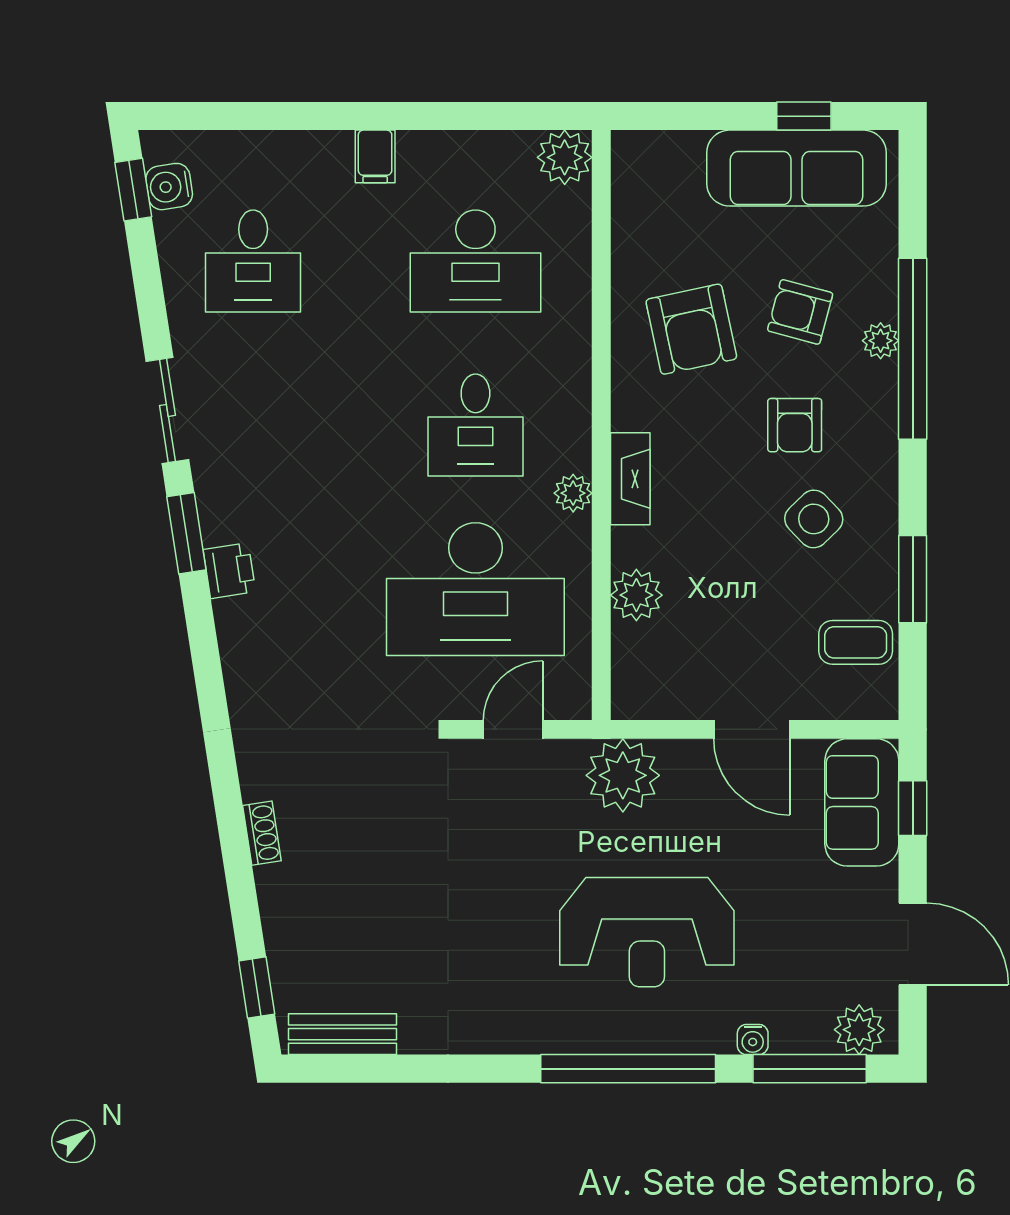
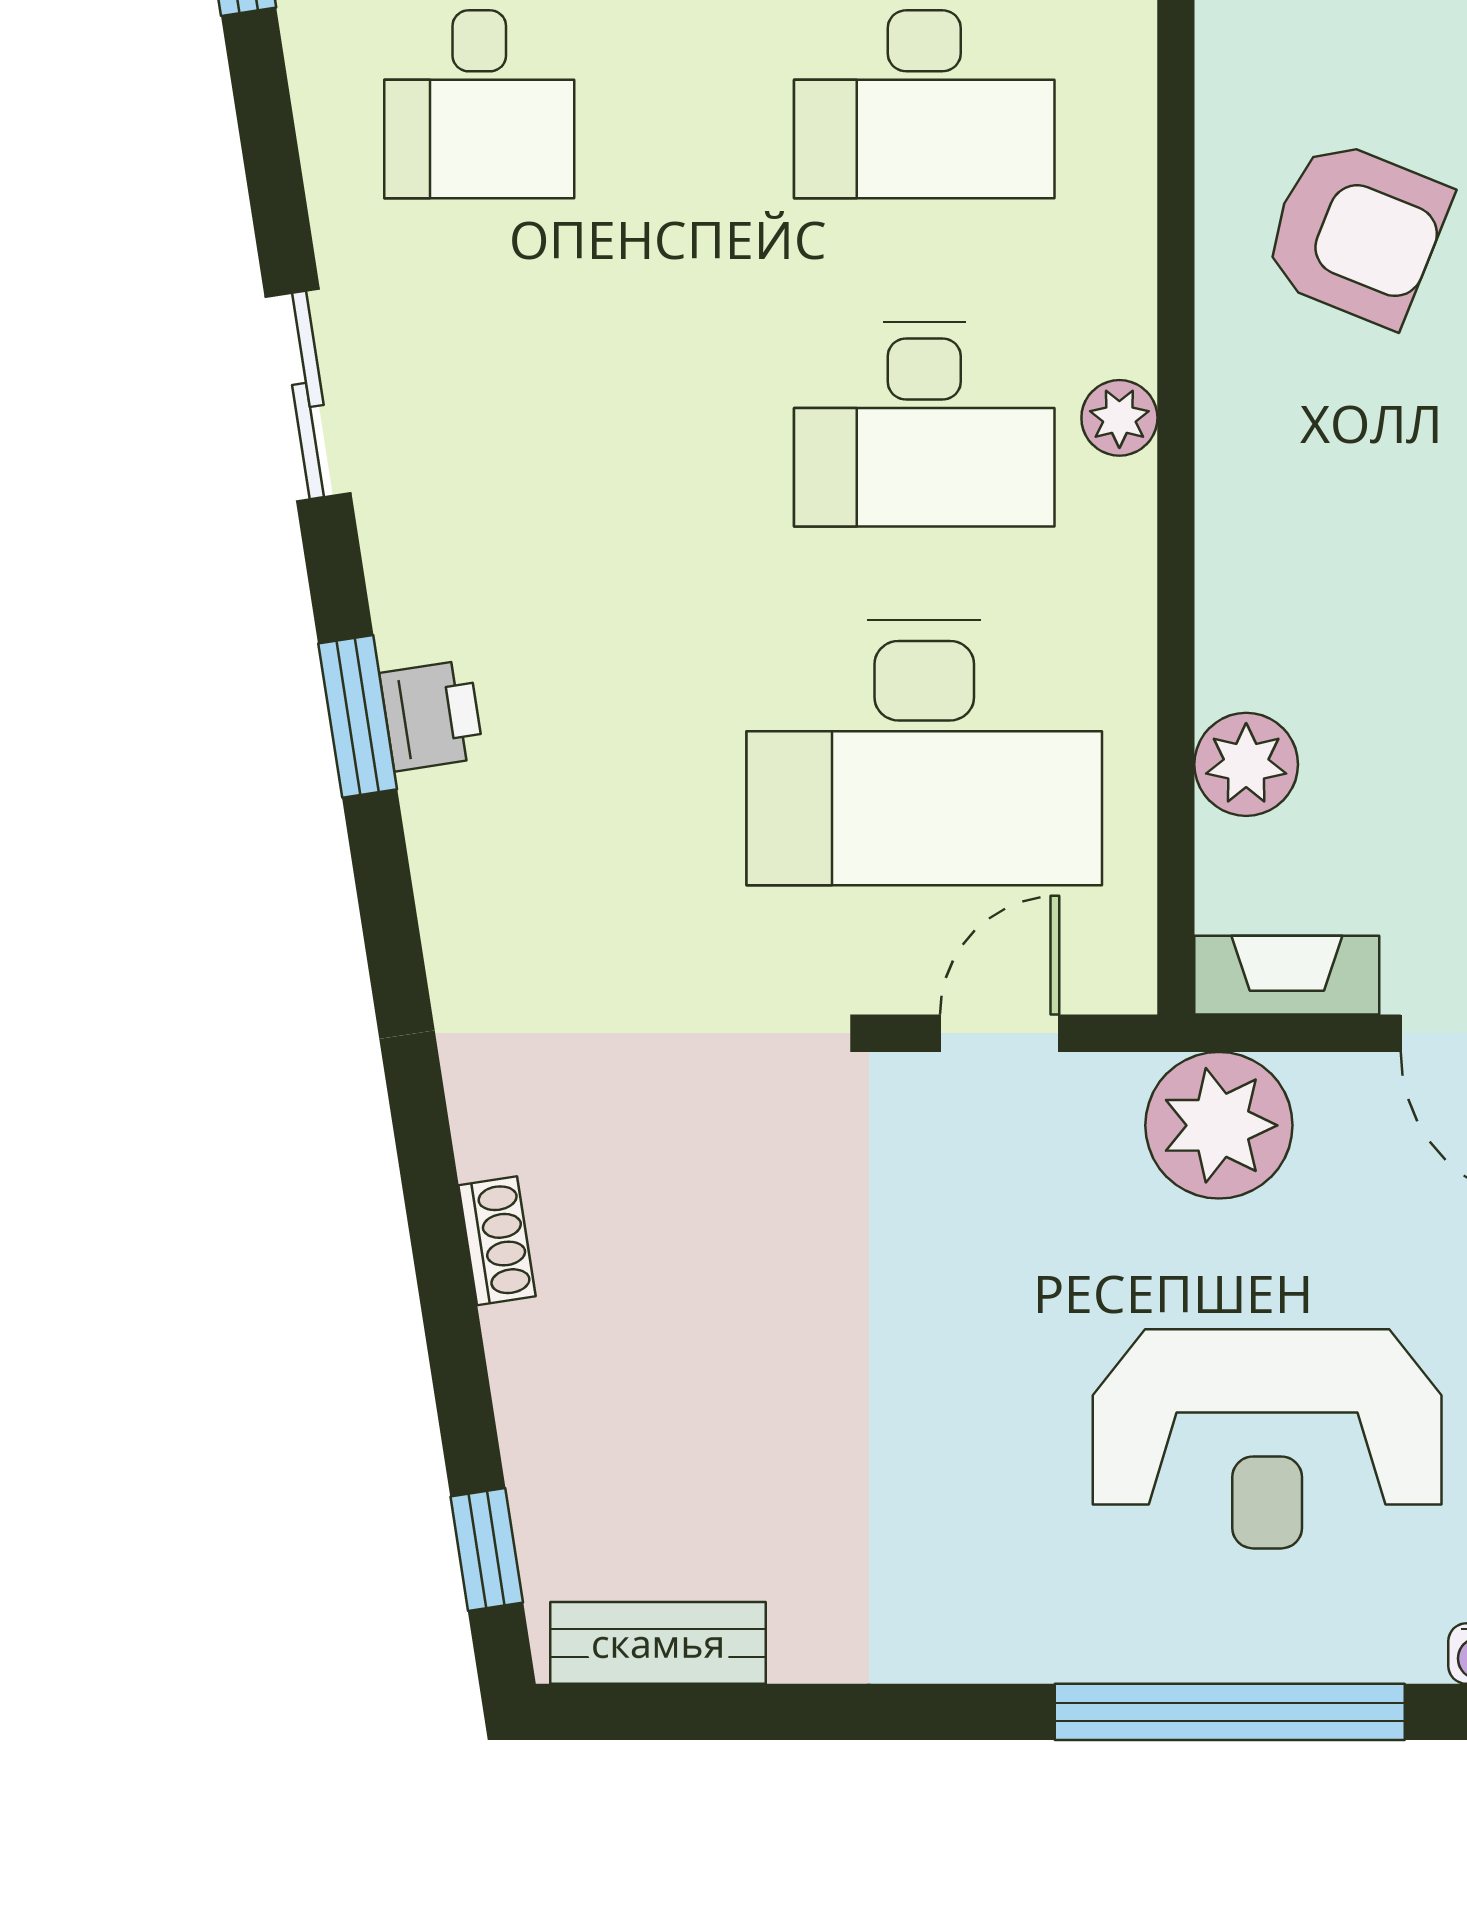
armchair: (691, 329) -> (1356, 232), turned -56
desk: (475, 425) -> (924, 424), width x1.37
fireplace: (630, 479) -> (1287, 975), moved, turned -90
plant: (573, 493) -> (1119, 418), moved
window: (186, 533) -> (358, 716), moved

